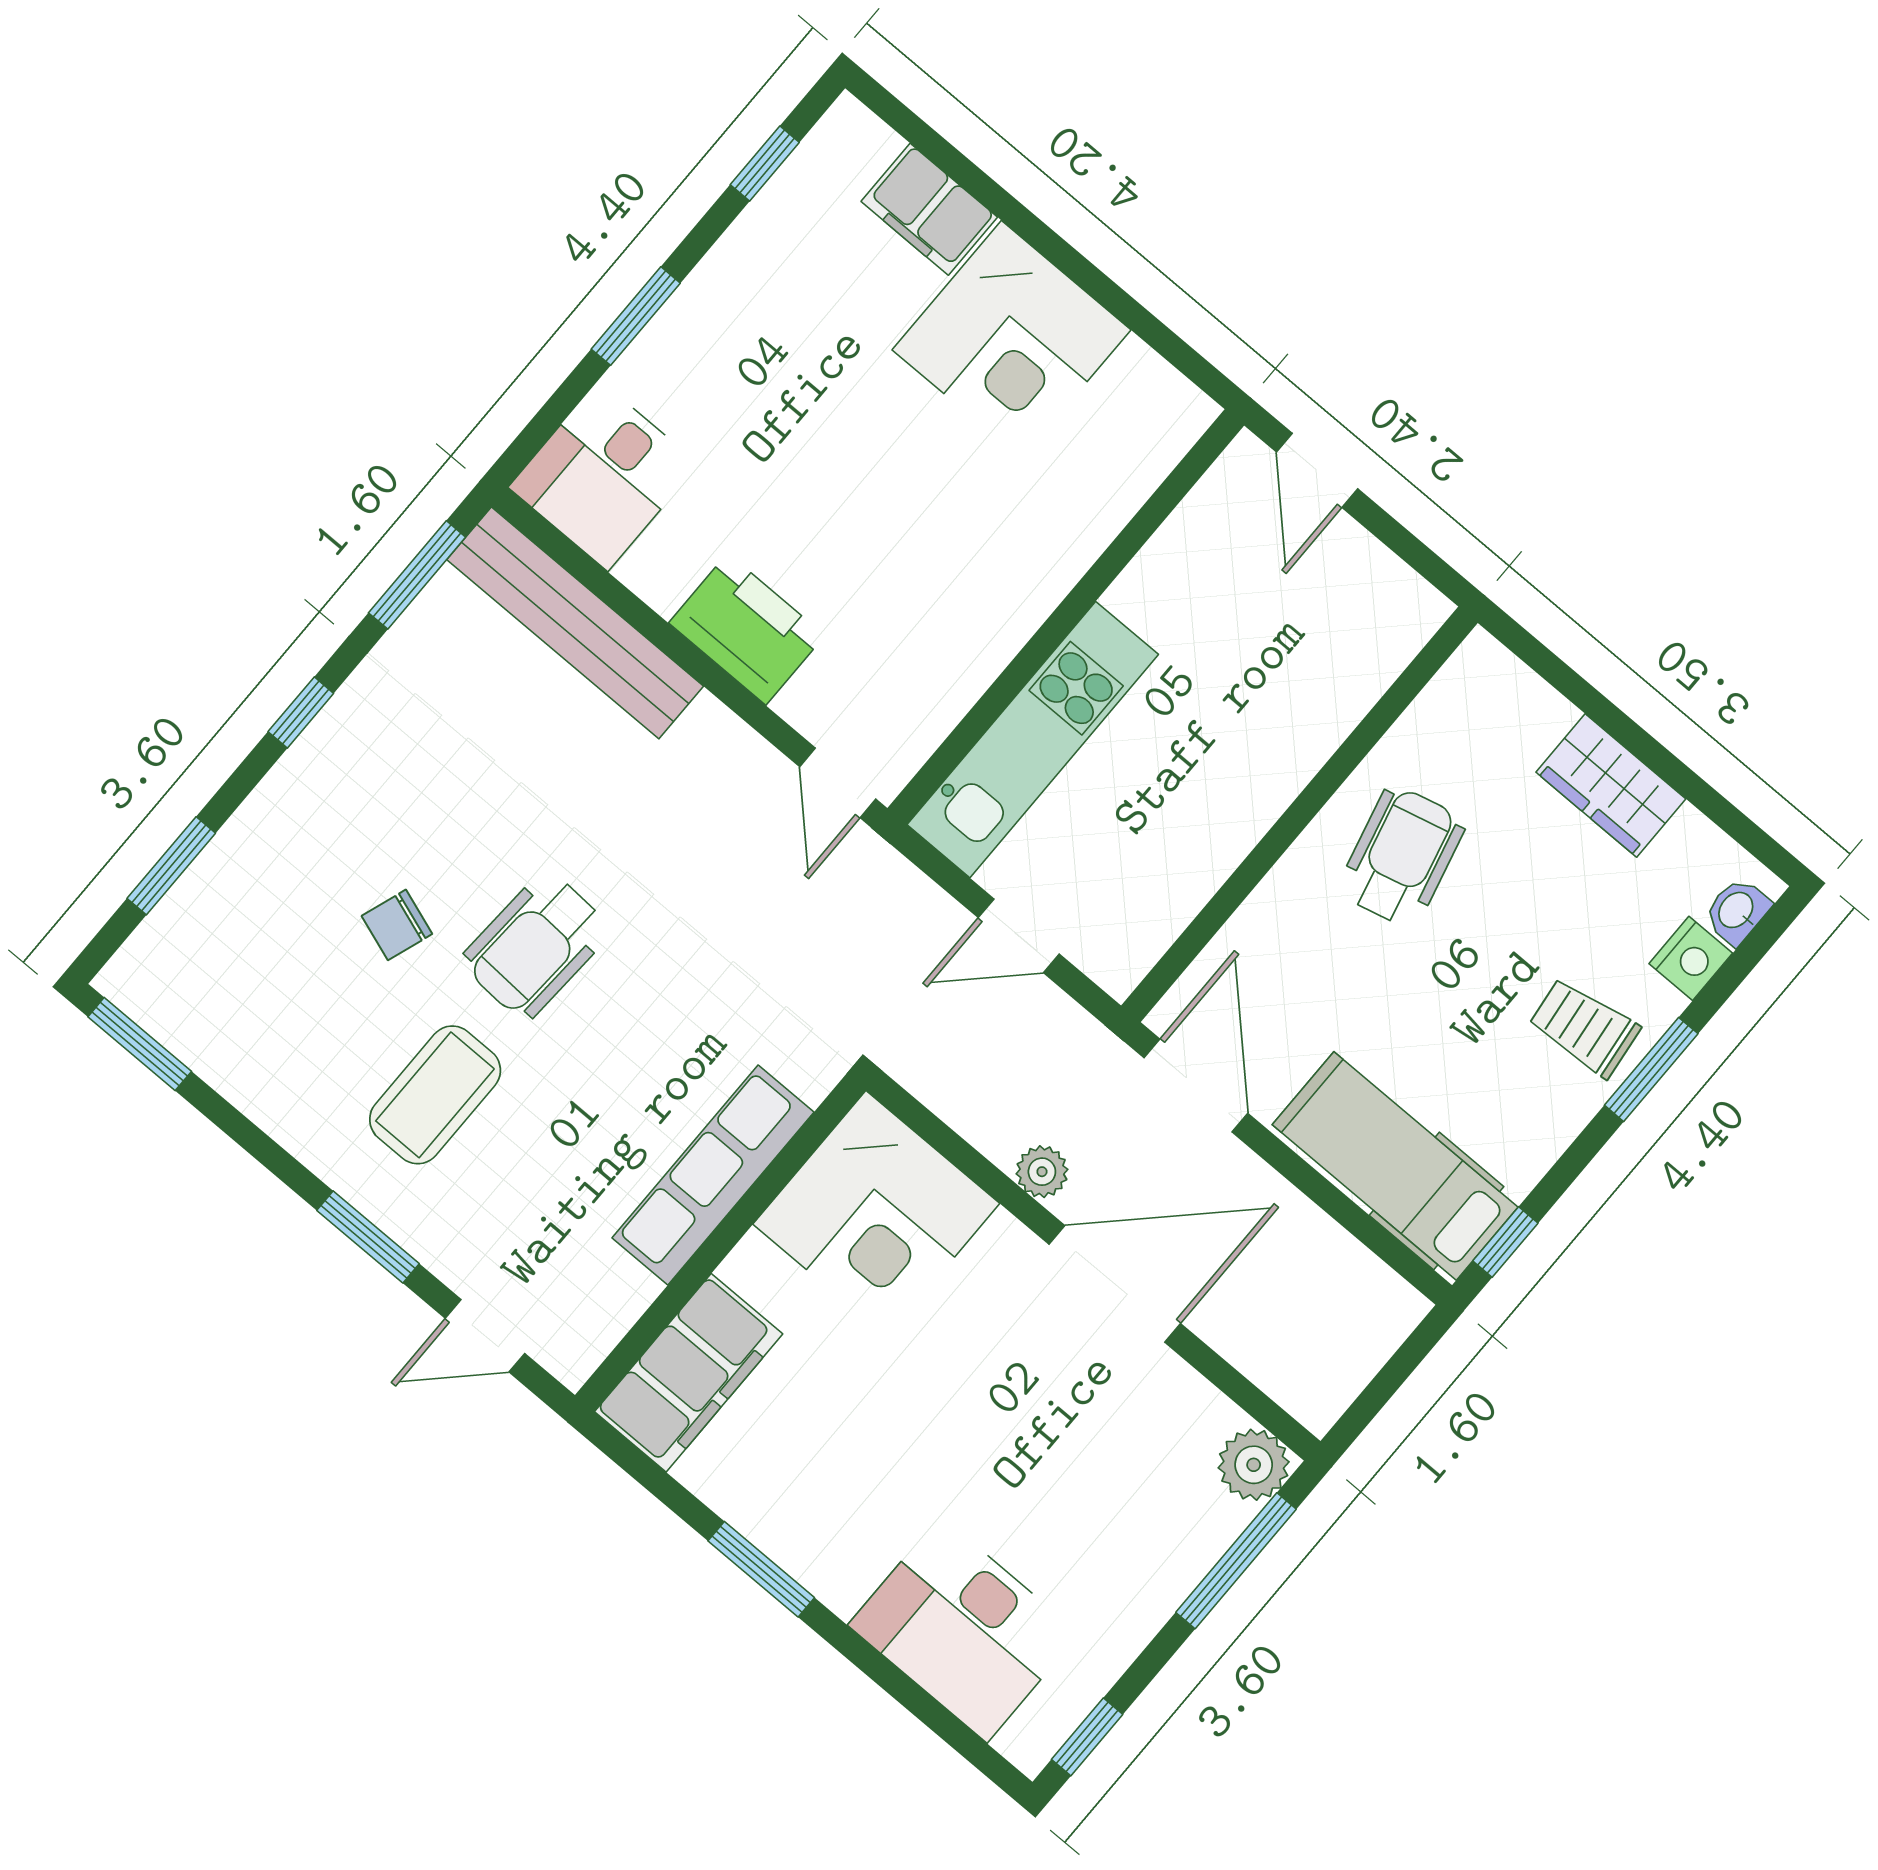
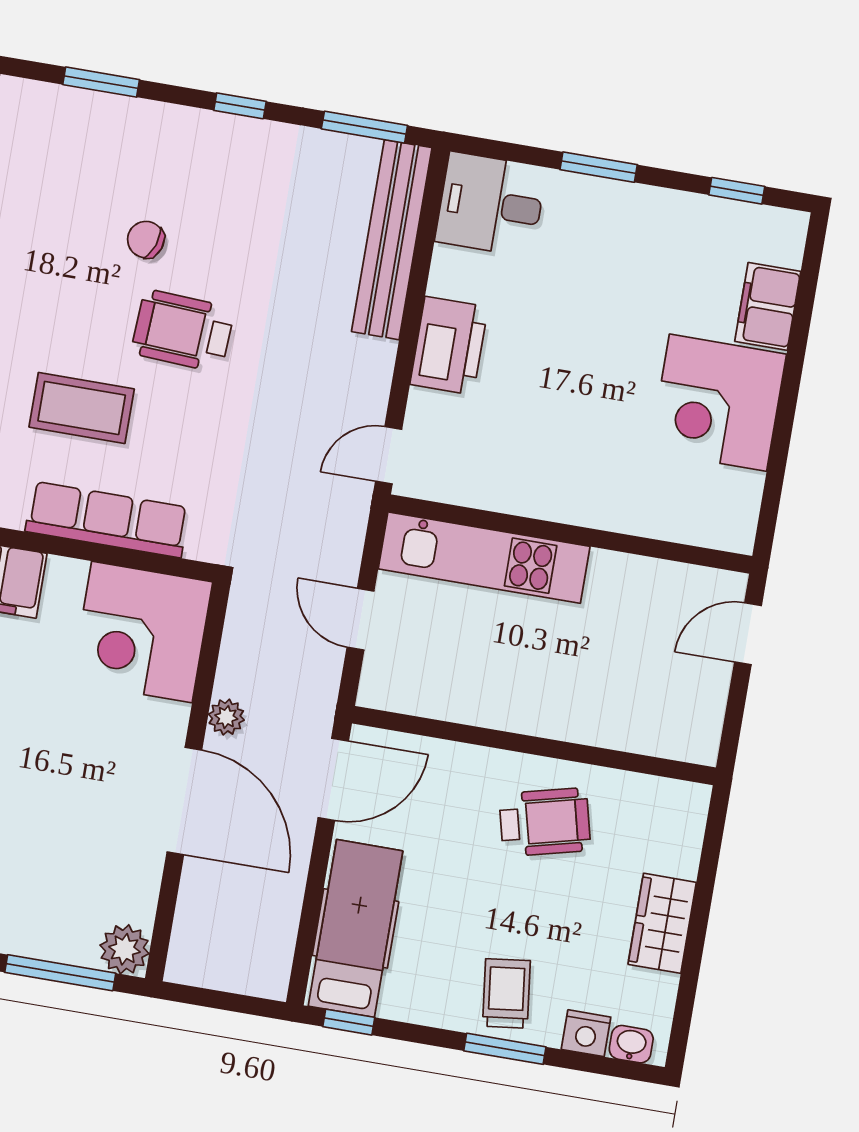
coffee table: (435, 1095) -> (82, 408), moved

